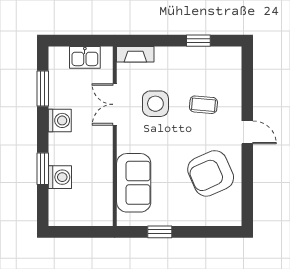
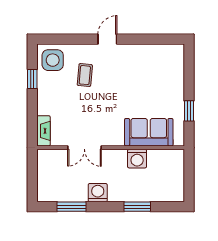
kitchen sink: (85, 57) -> (46, 172), removed
side table: (155, 104) -> (53, 60), moved
armchair: (211, 173) -> (141, 69), removed
washing machine: (60, 177) -> (137, 159), moved, turned 180

